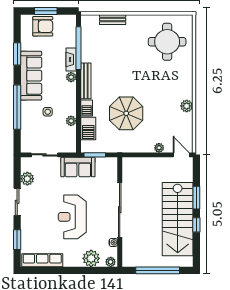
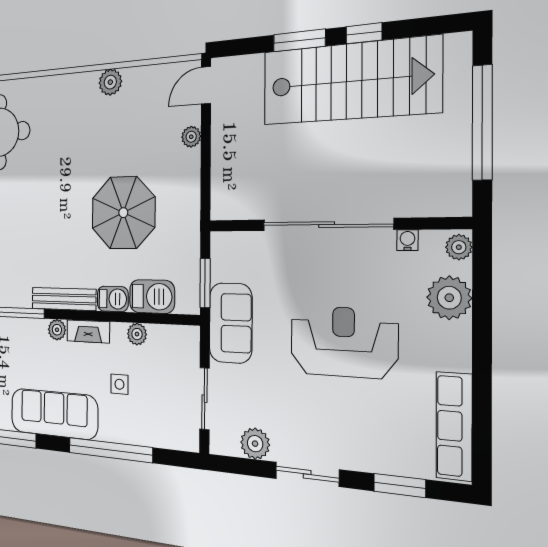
fireplace: (71, 60) -> (88, 331), moved
reception desk: (72, 217) -> (343, 342), turned 180

